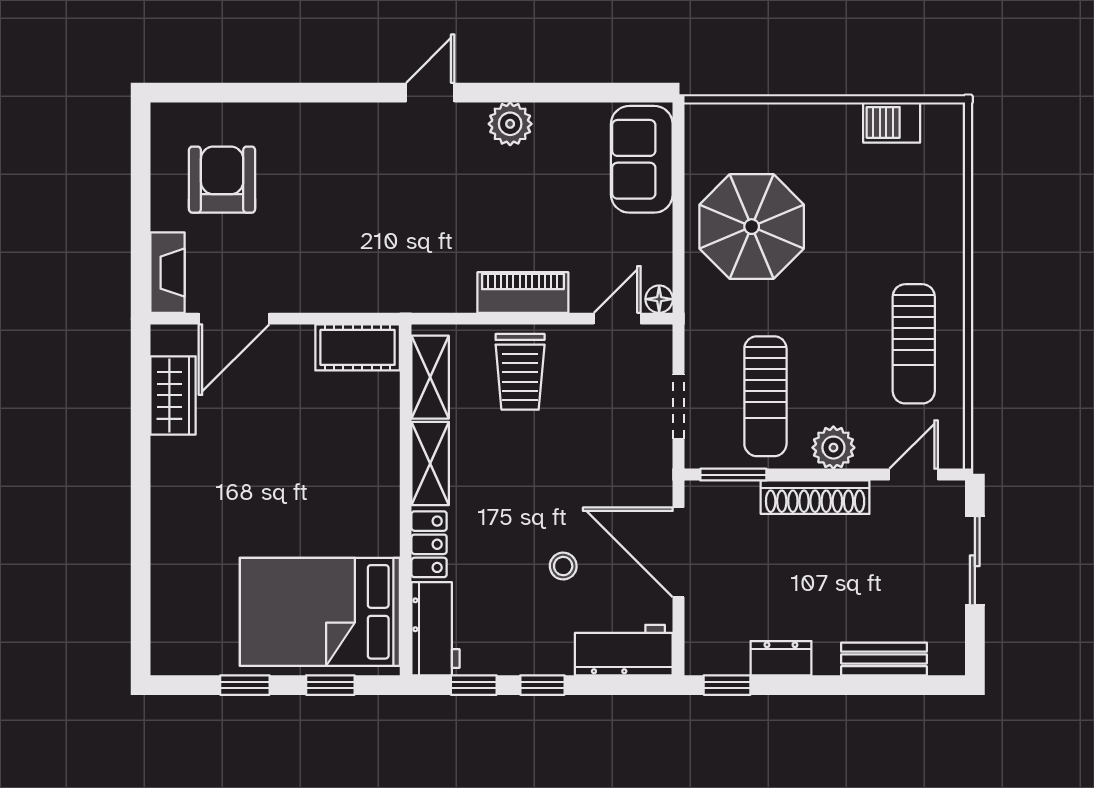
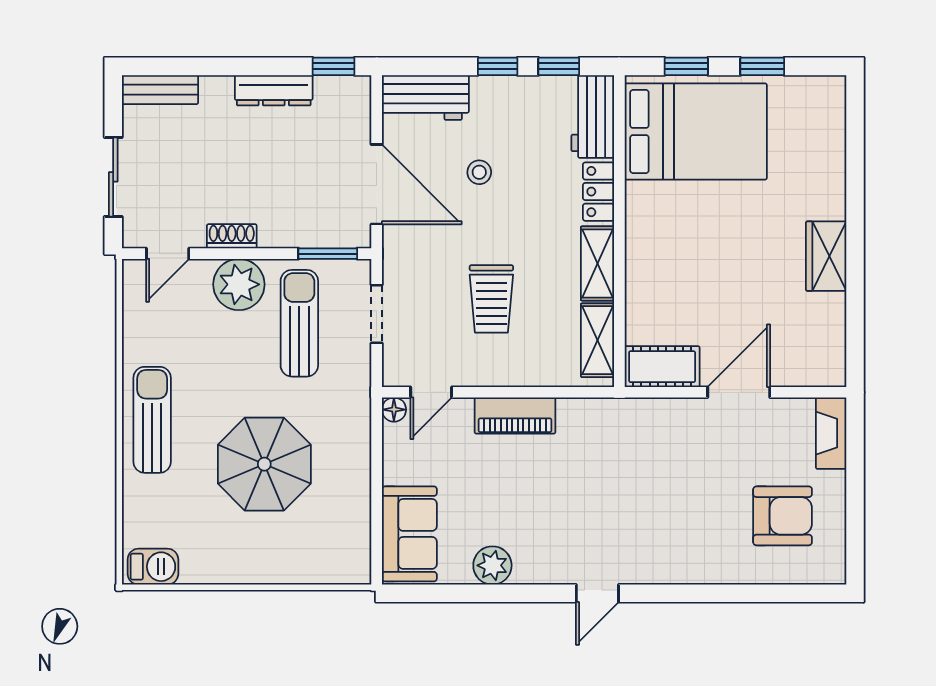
barbecue: (892, 122) -> (153, 567), moved
plant: (510, 124) -> (492, 565), moved
armchair: (222, 180) -> (783, 516), turned -90
parasol: (752, 227) -> (264, 464), moved
door: (234, 319) -> (739, 392), moved
sun lounger: (914, 344) -> (152, 420), moved
trolley: (520, 372) -> (491, 299), moved, turned 180
wardrobe: (173, 395) -> (826, 256), moved
plant: (833, 448) -> (239, 284), width x1.36, depth x1.36
shoe rack: (815, 497) -> (232, 236), width x0.51, depth x0.81
dresser: (781, 658) -> (274, 90), width x1.44
bench: (884, 659) -> (160, 90), moved

